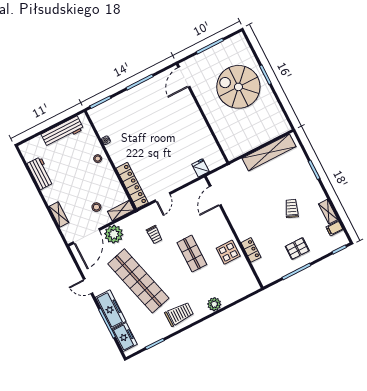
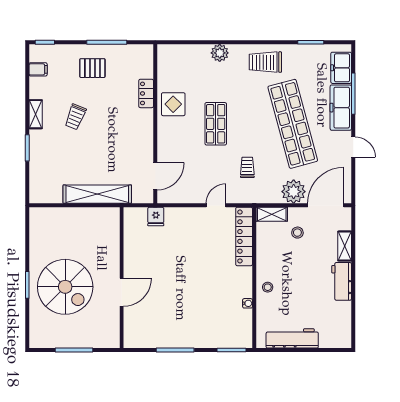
door: (184, 77) -> (122, 292), moved
shelving: (269, 152) -> (97, 194), moved
workbench: (40, 173) -> (342, 281), moved
shelving: (328, 212) -> (36, 114), moved

